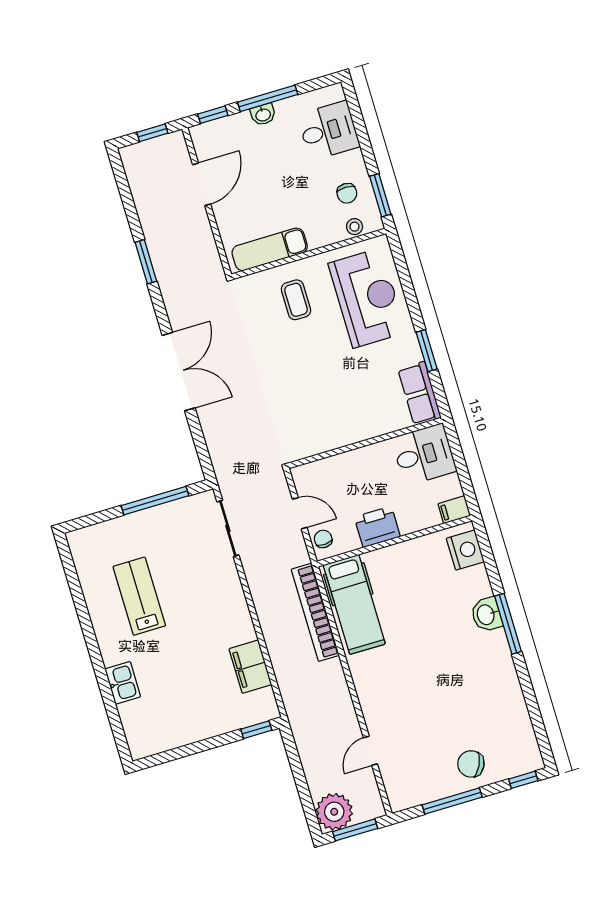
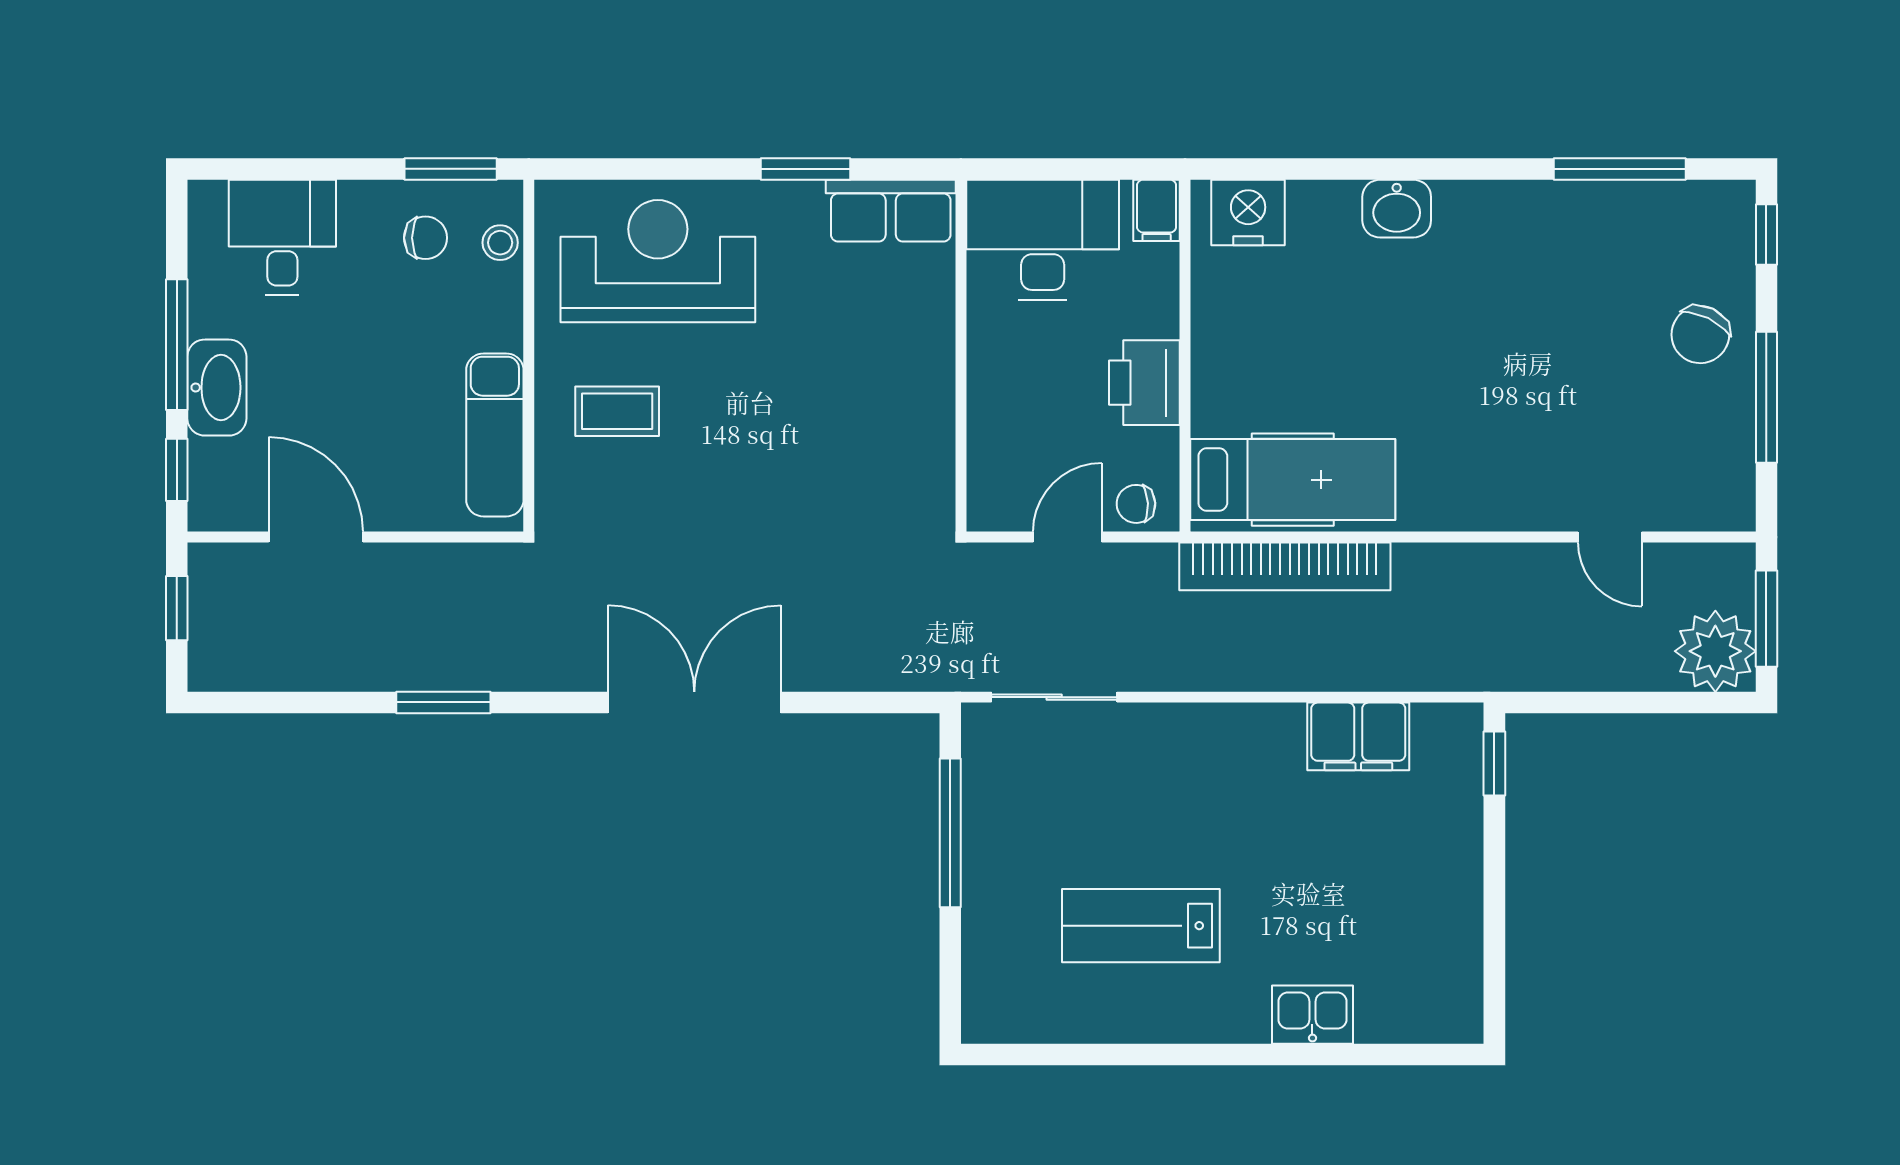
washbasin: (263, 115) -> (217, 388), width x1.91, depth x1.45
desk: (424, 455) -> (1043, 240), width x1.37
window: (508, 624) -> (1620, 169), moved

